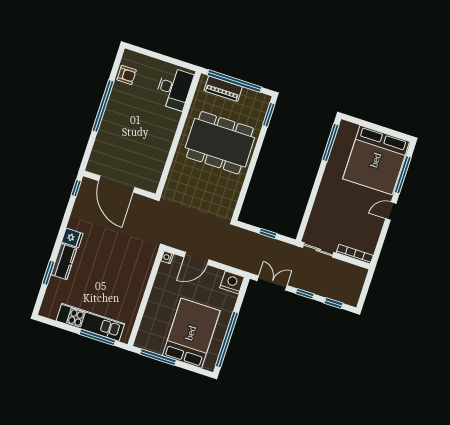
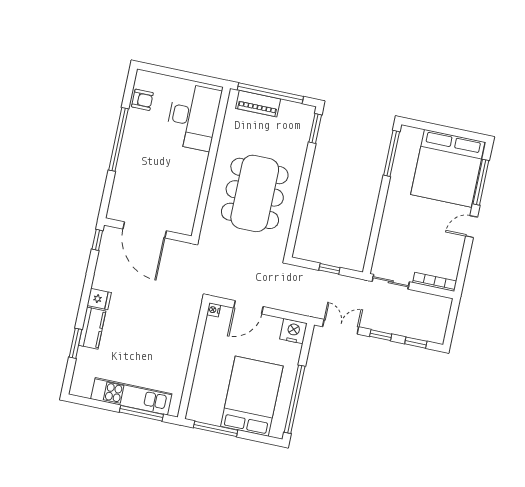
desk: (174, 88) -> (193, 117), width x1.36, depth x1.30
dining table: (220, 143) -> (255, 193), moved, turned 90

